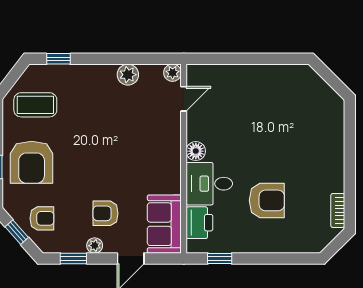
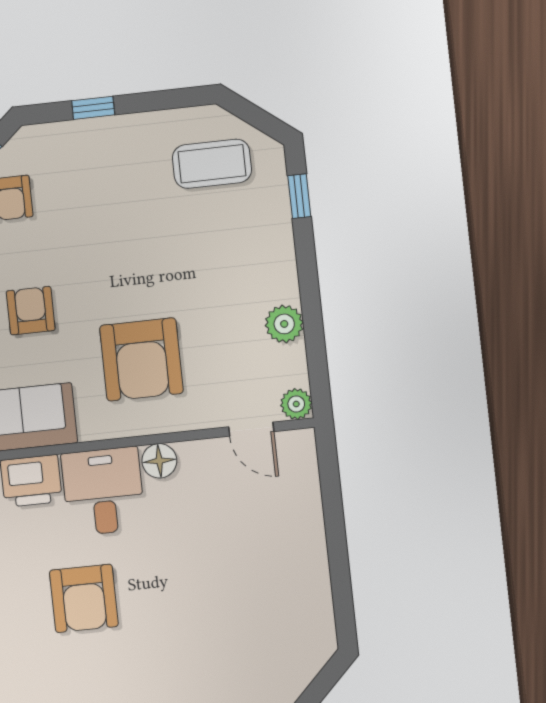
coffee table: (35, 105) -> (212, 164), turned 90
armchair: (32, 162) -> (141, 359), moved, turned -90

